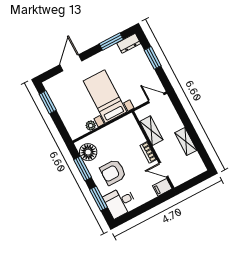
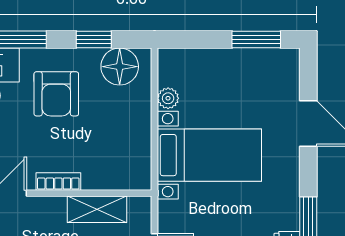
window: (83, 169) -> (94, 39), width x0.67
armchair: (113, 172) -> (56, 94), turned 180

